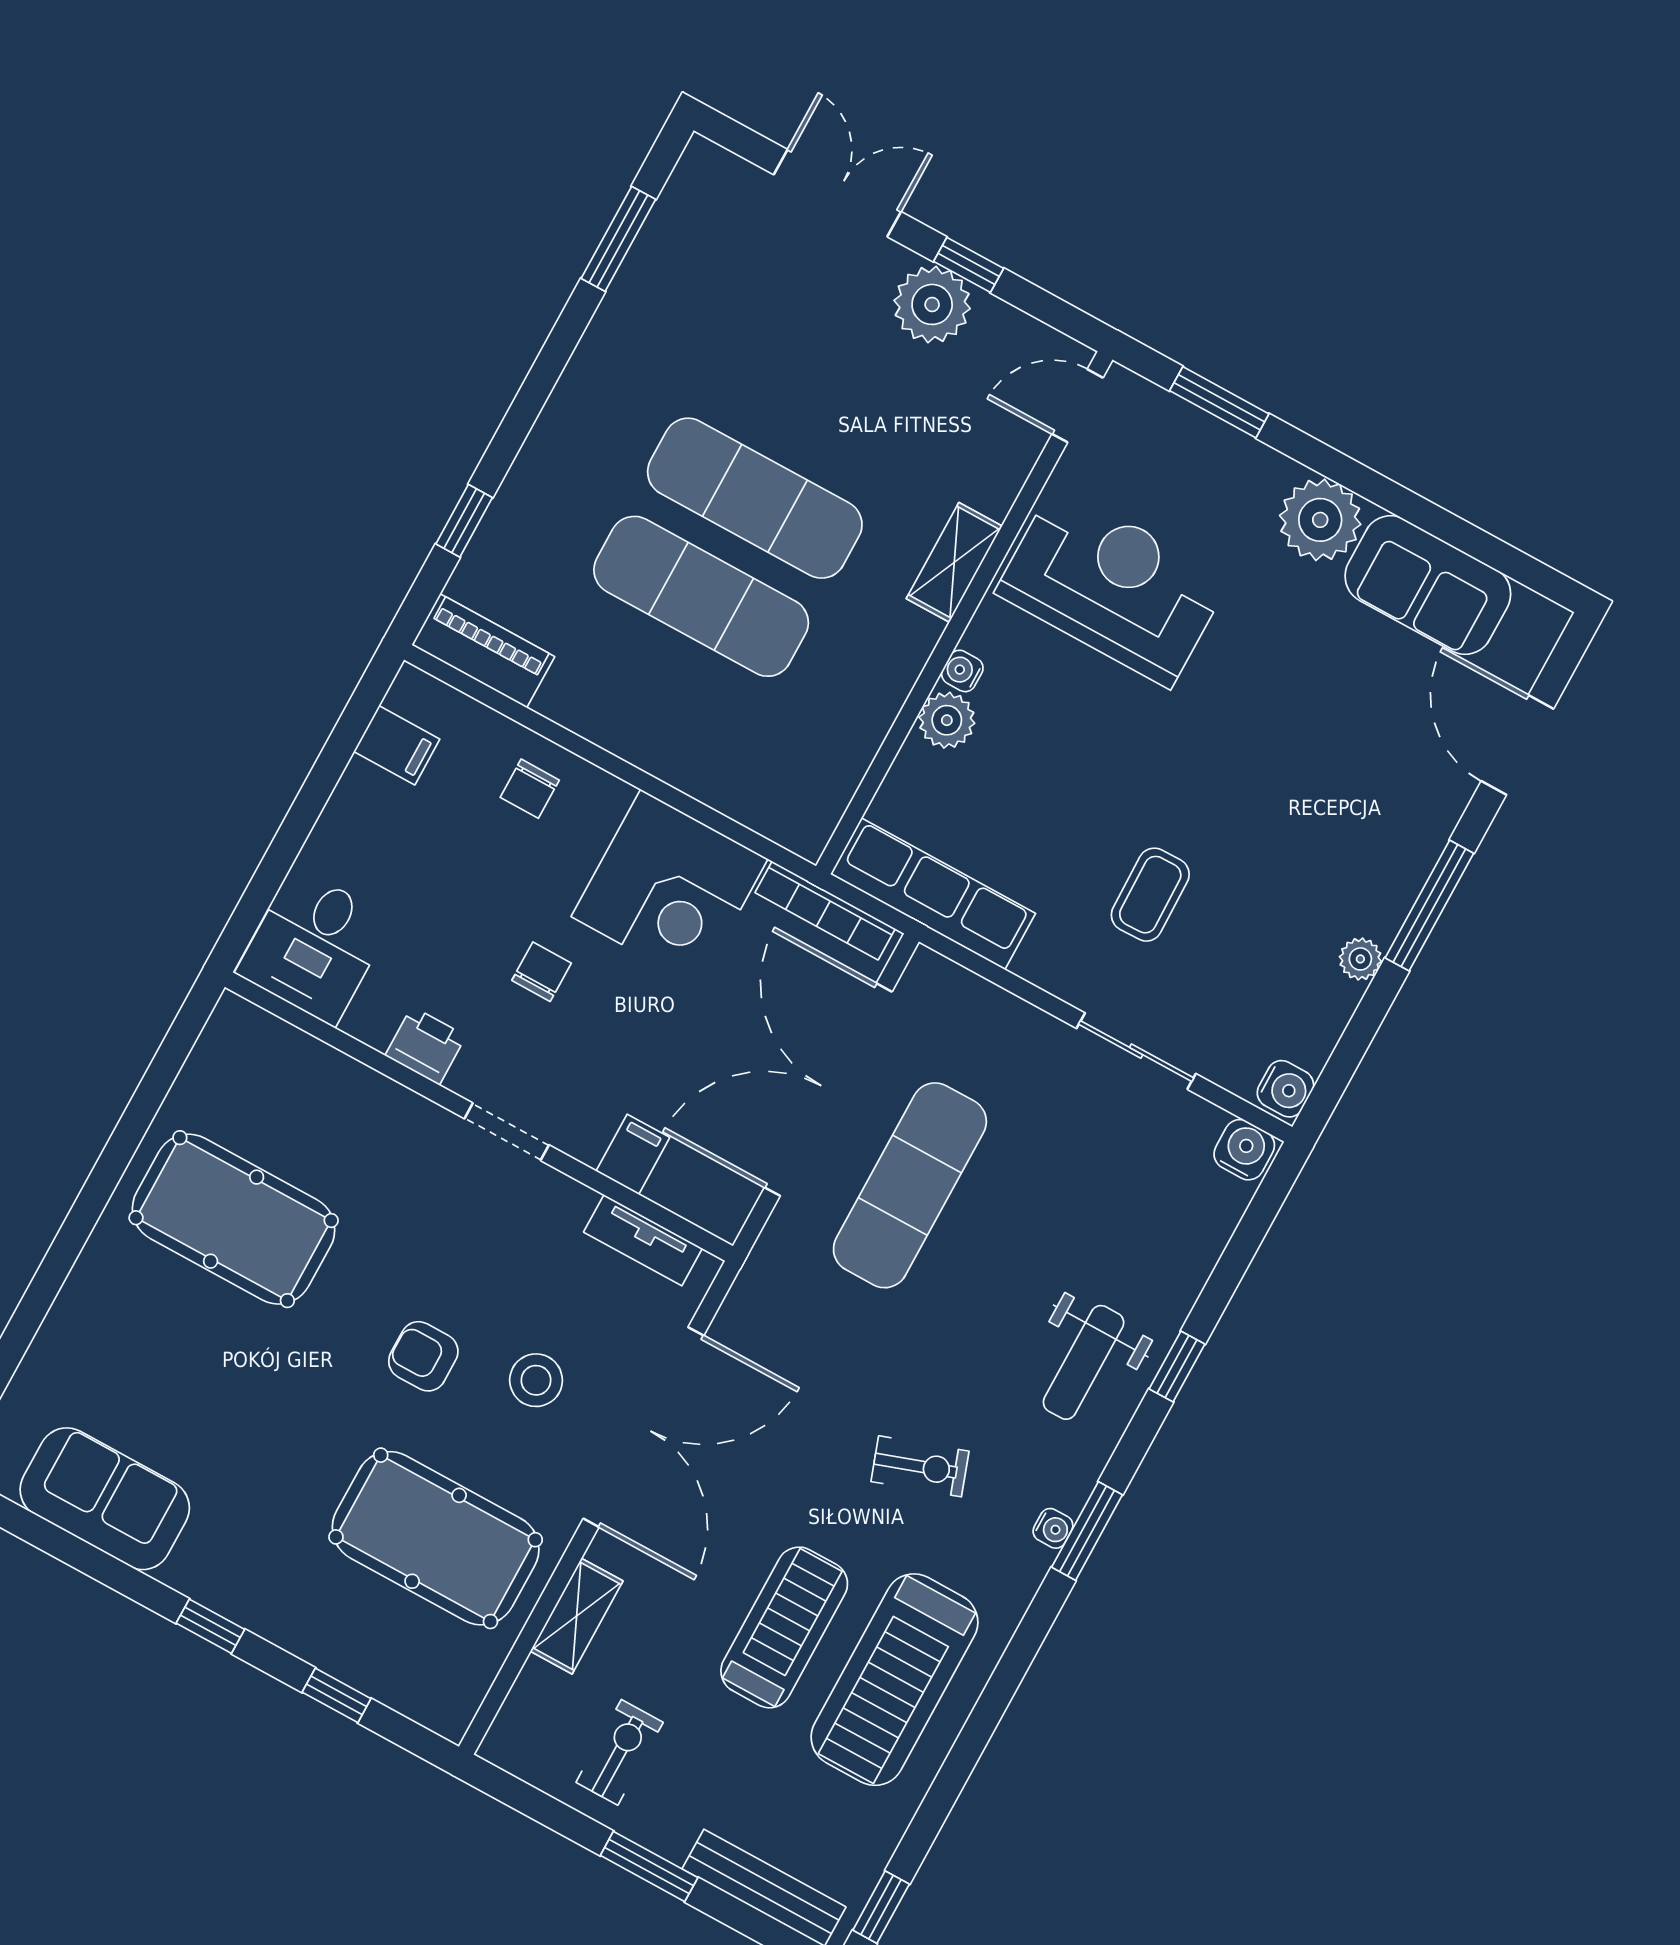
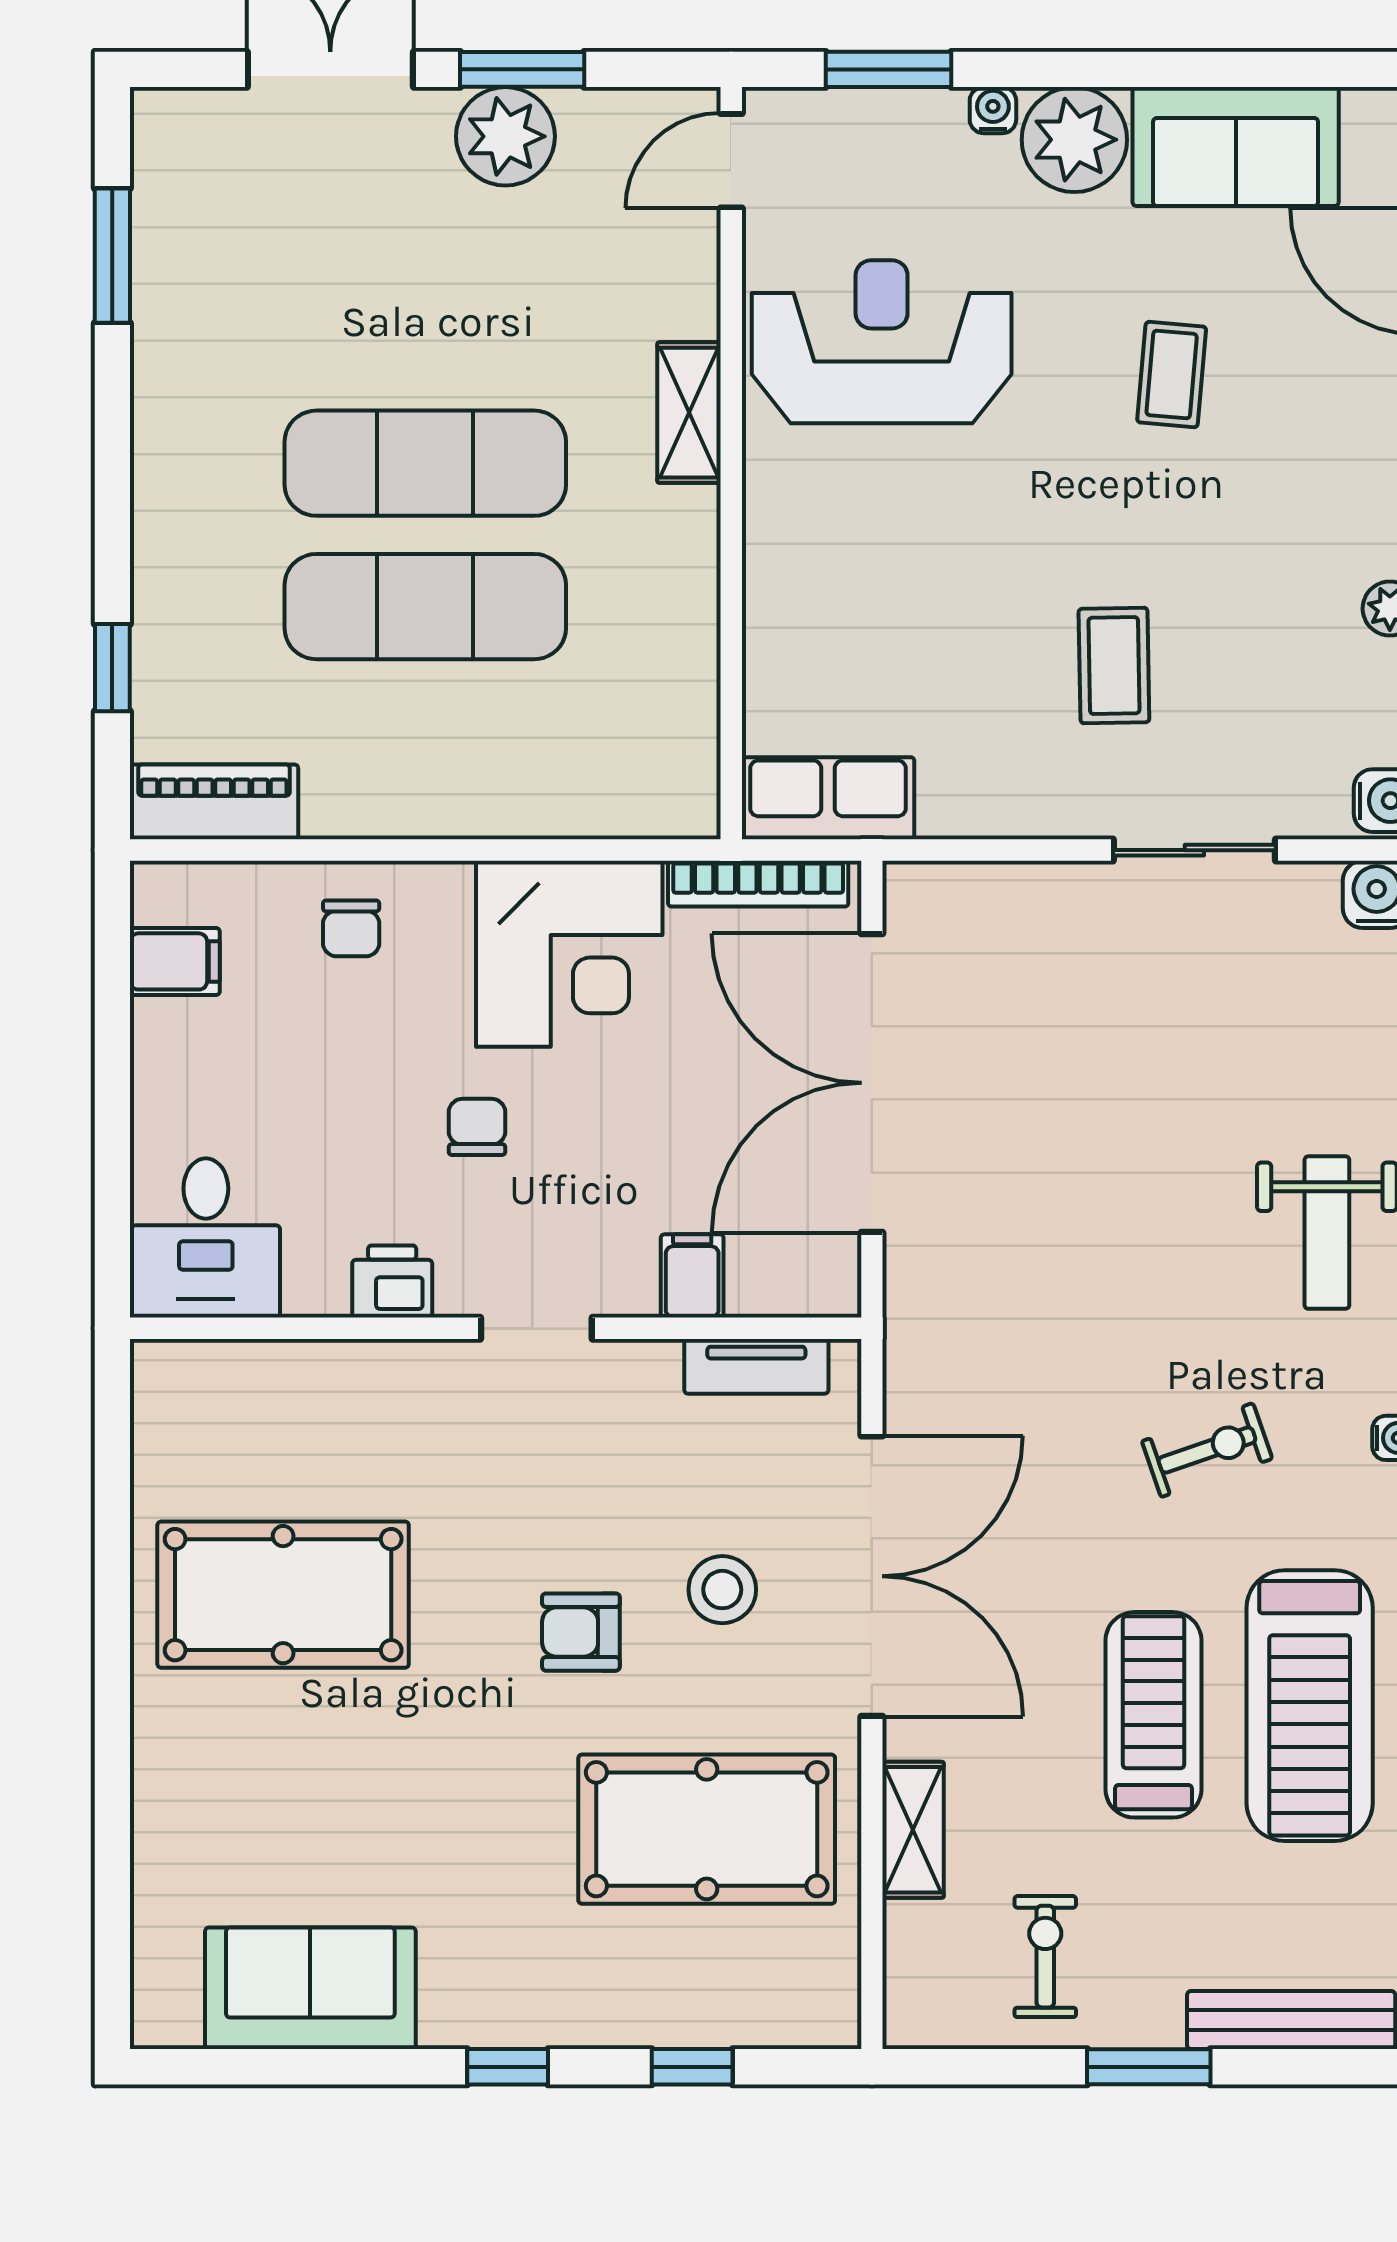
window: (969, 265) -> (522, 69), width x1.50
water cooler: (962, 671) -> (993, 110), moved, turned 90
coffee table: (1299, 717) -> (1172, 375), added
plant: (947, 720) -> (778, 595), removed
row of seats: (933, 894) -> (828, 798), width x0.68
exercise mat: (910, 1185) -> (1023, 1140), removed

